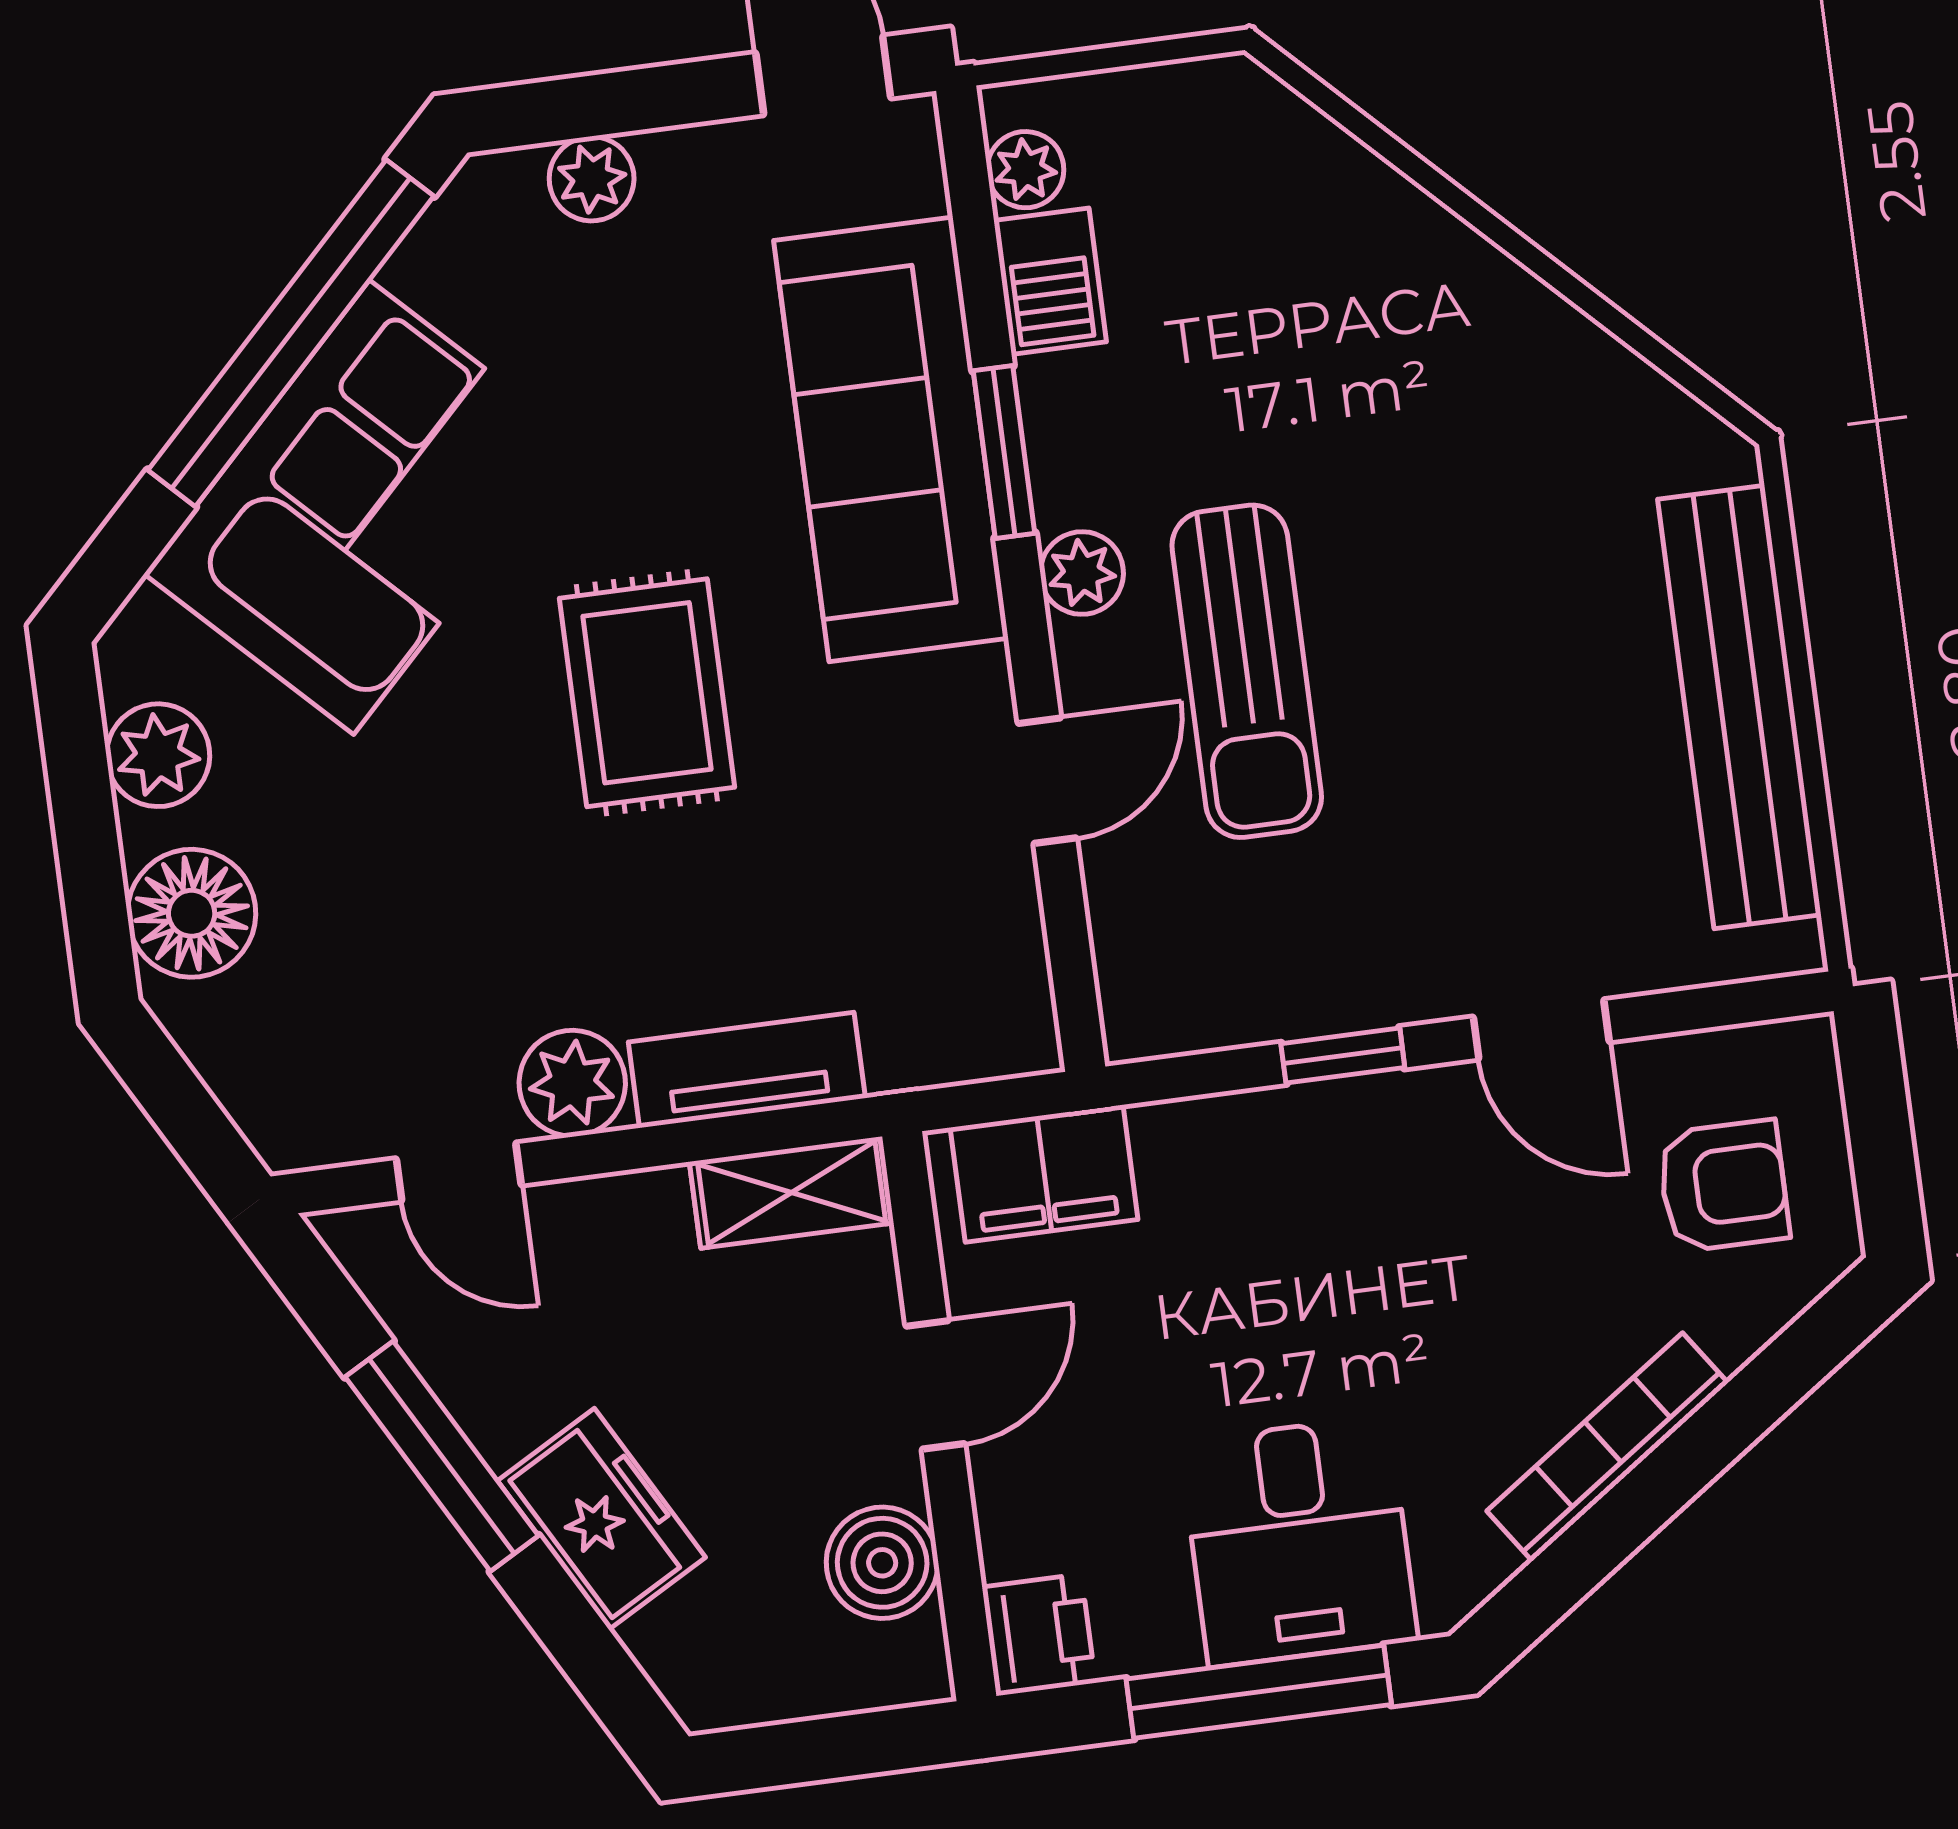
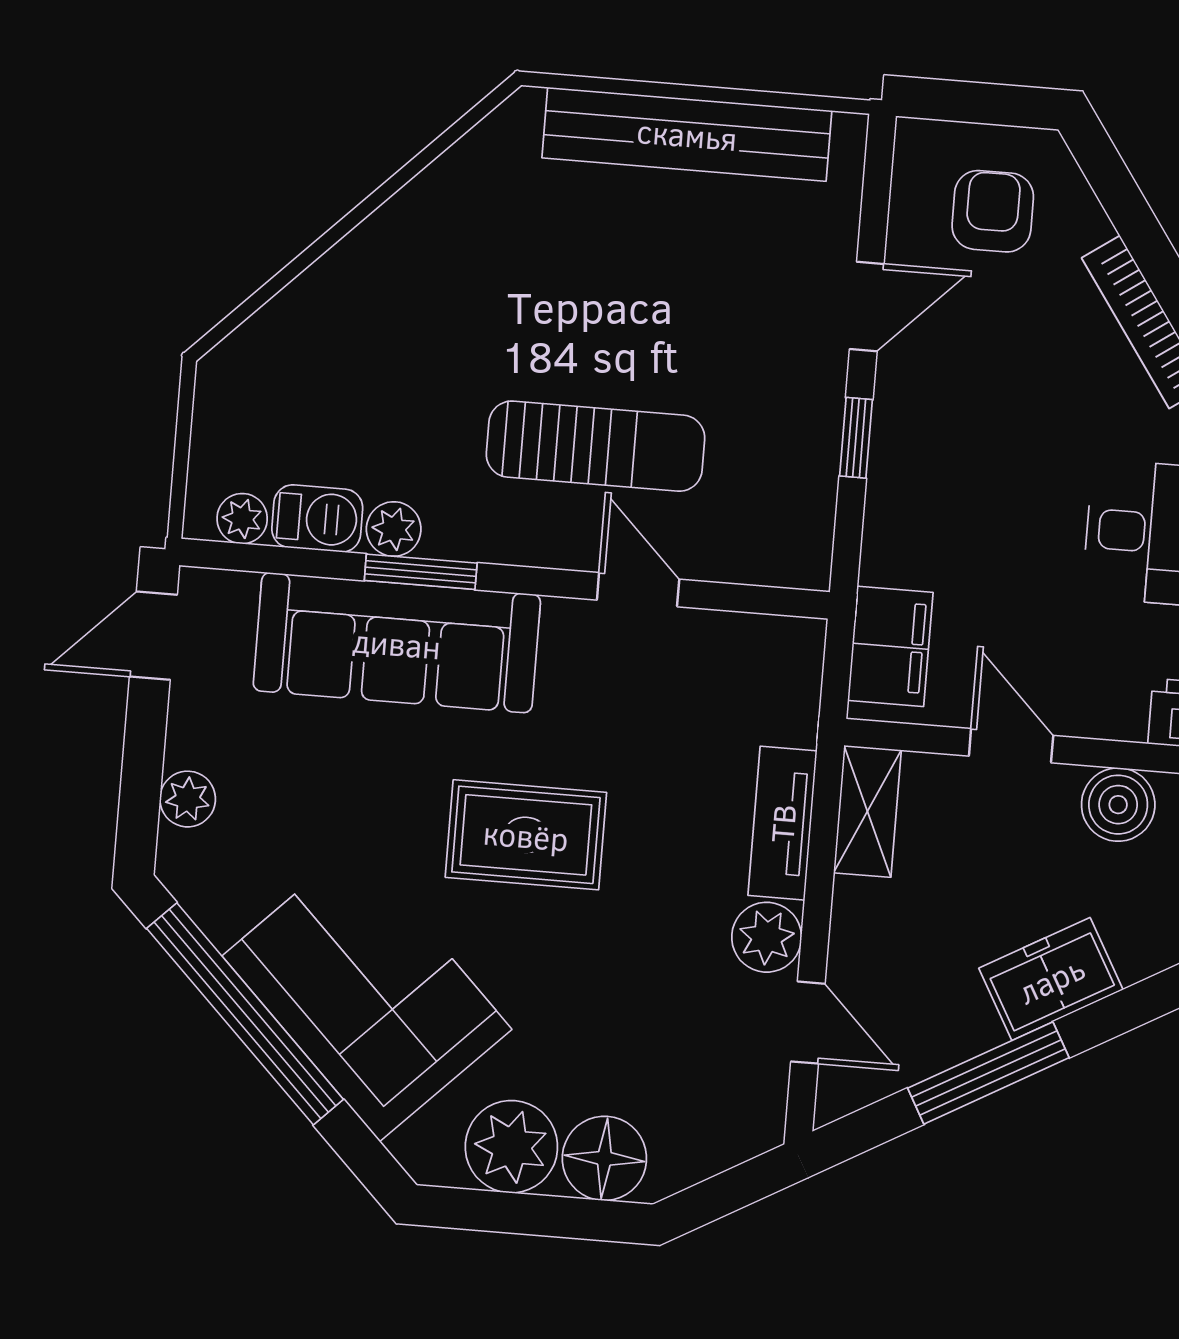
plant: (1082, 573) -> (394, 529), moved
plant: (158, 755) -> (511, 1147), width x1.36, depth x1.36
door: (459, 1172) -> (808, 1023), hinge flipped

